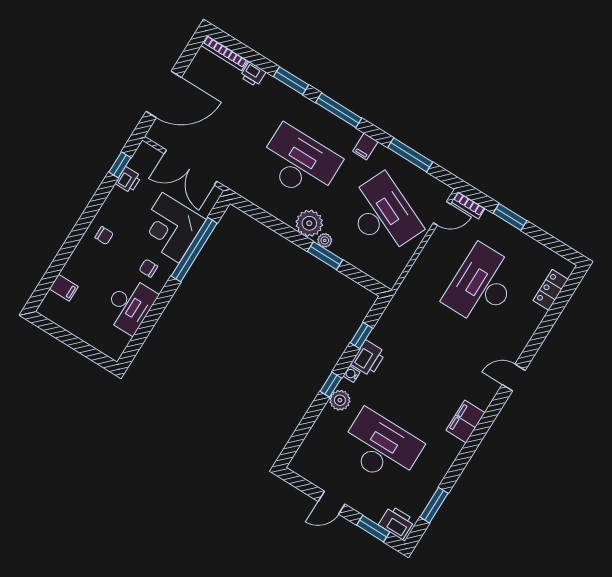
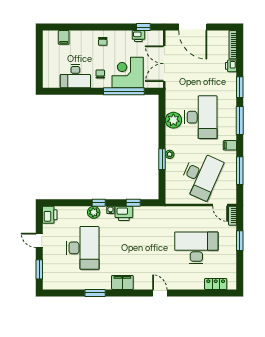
plant: (309, 223) -> (173, 120), moved
window: (434, 505) -> (95, 293), moved
printer: (397, 522) -> (50, 215), moved

